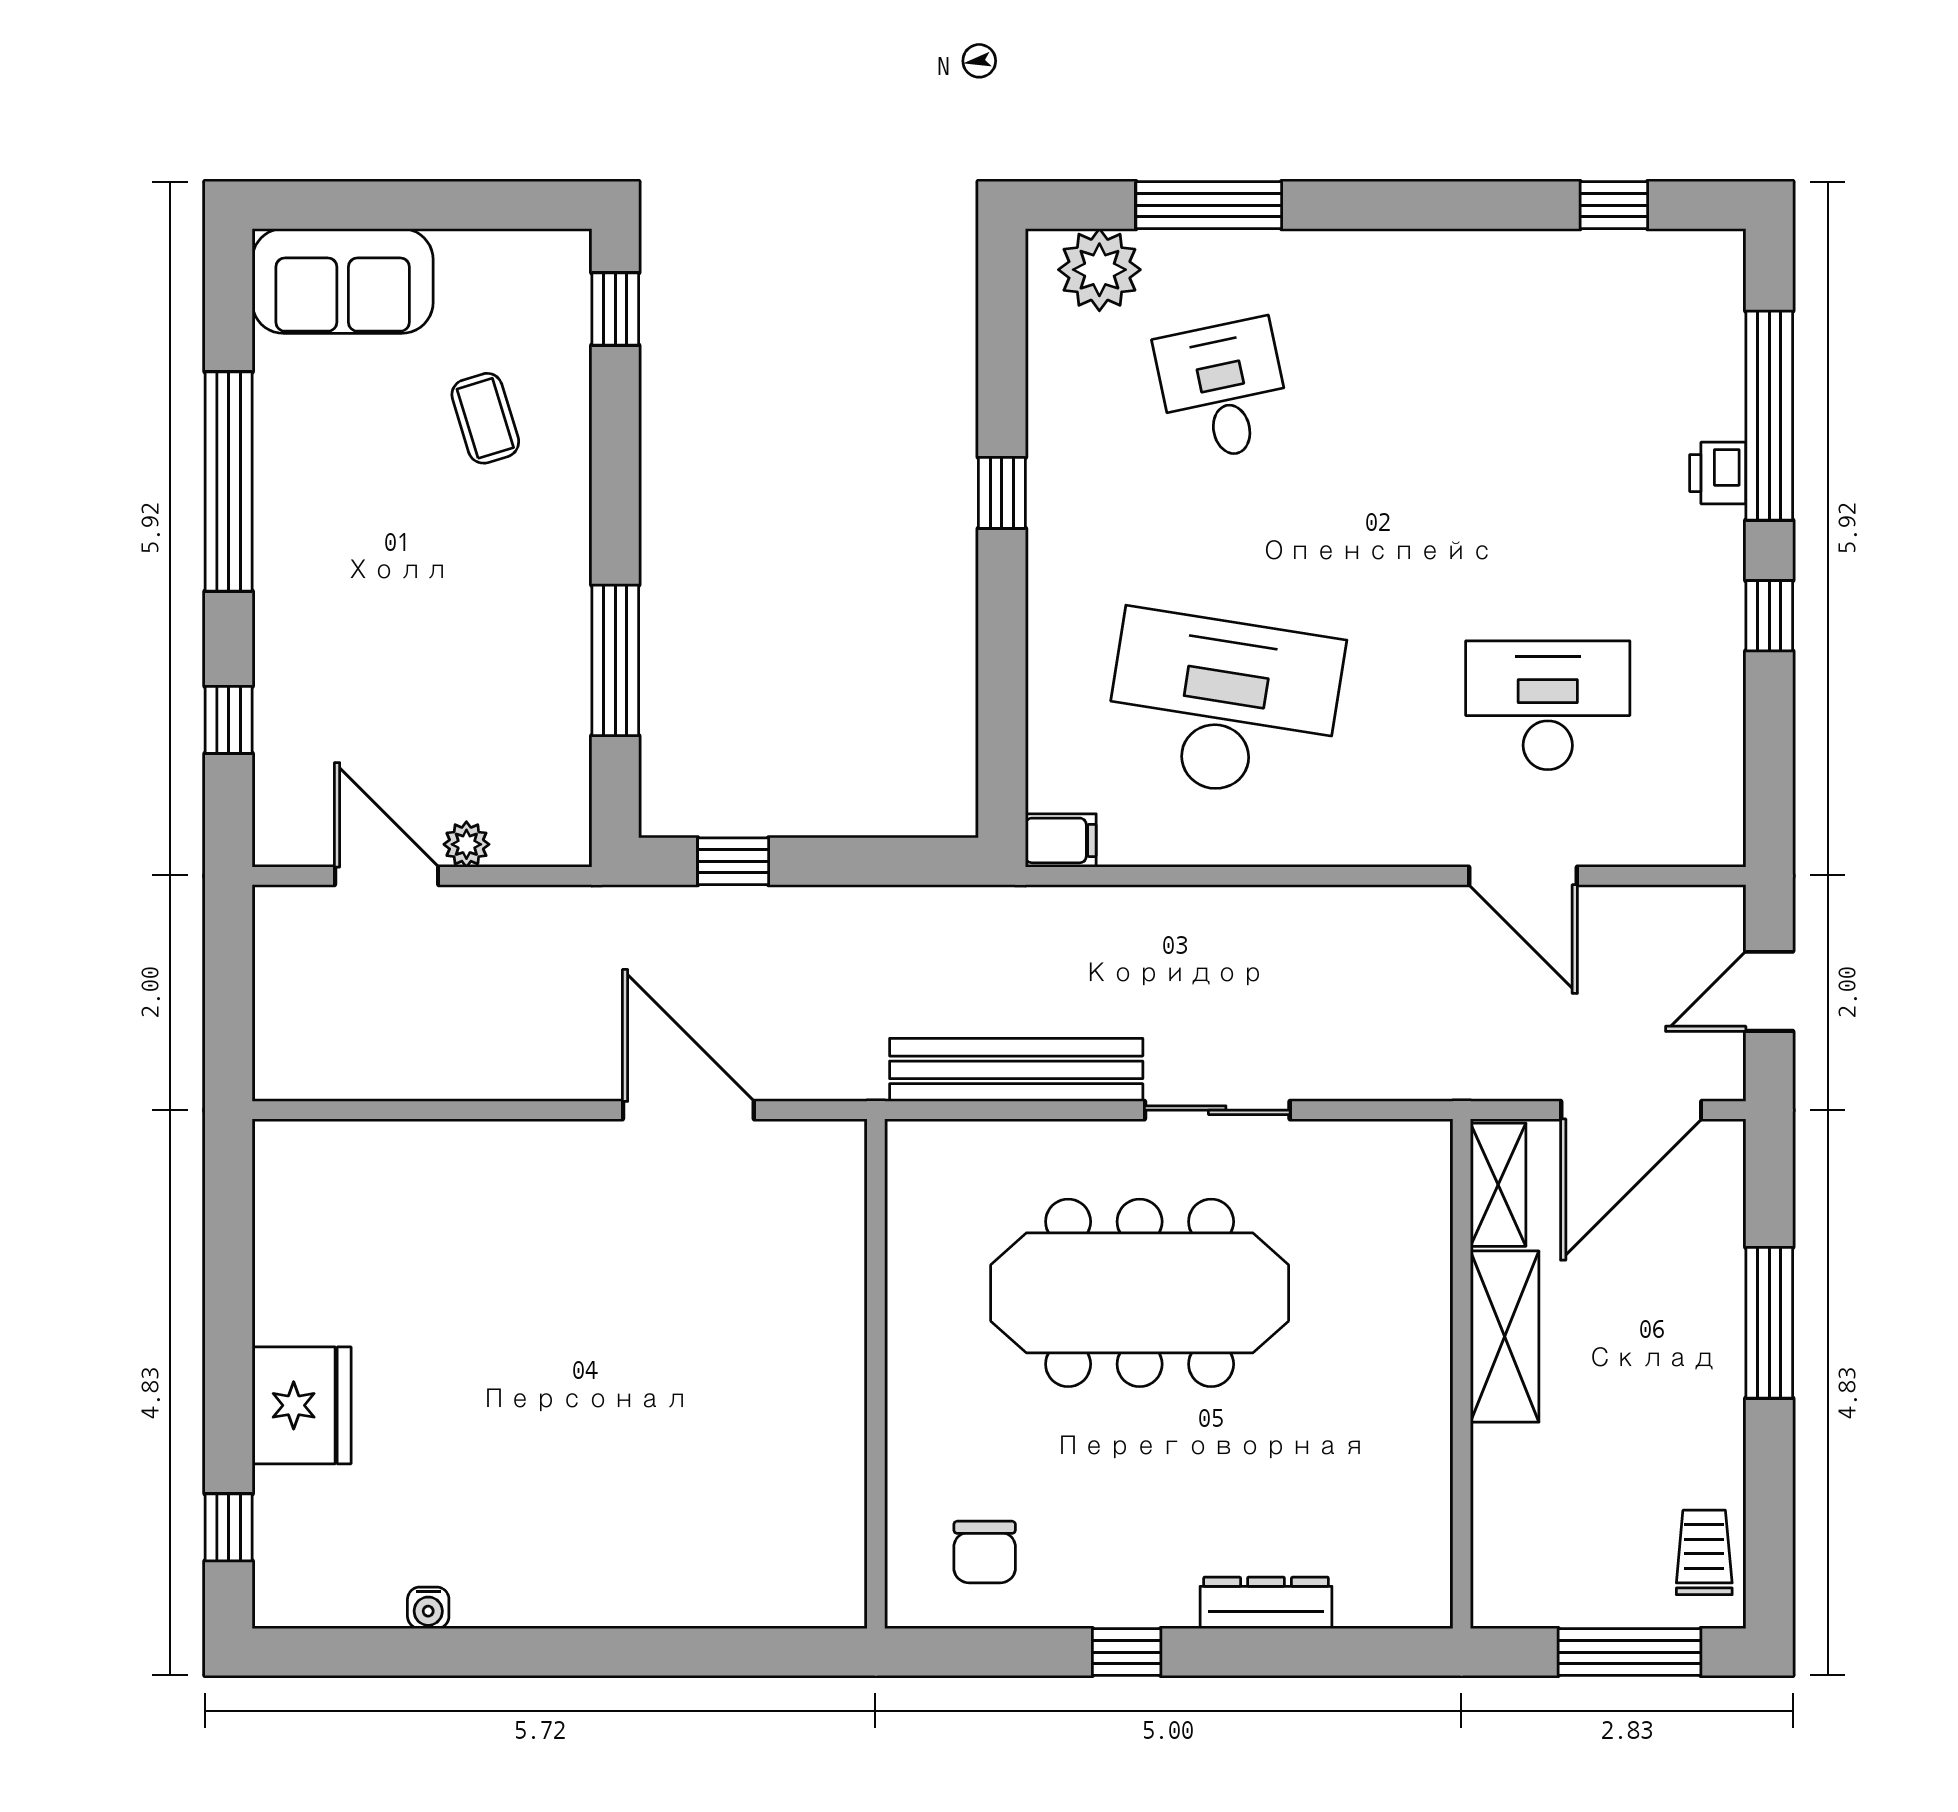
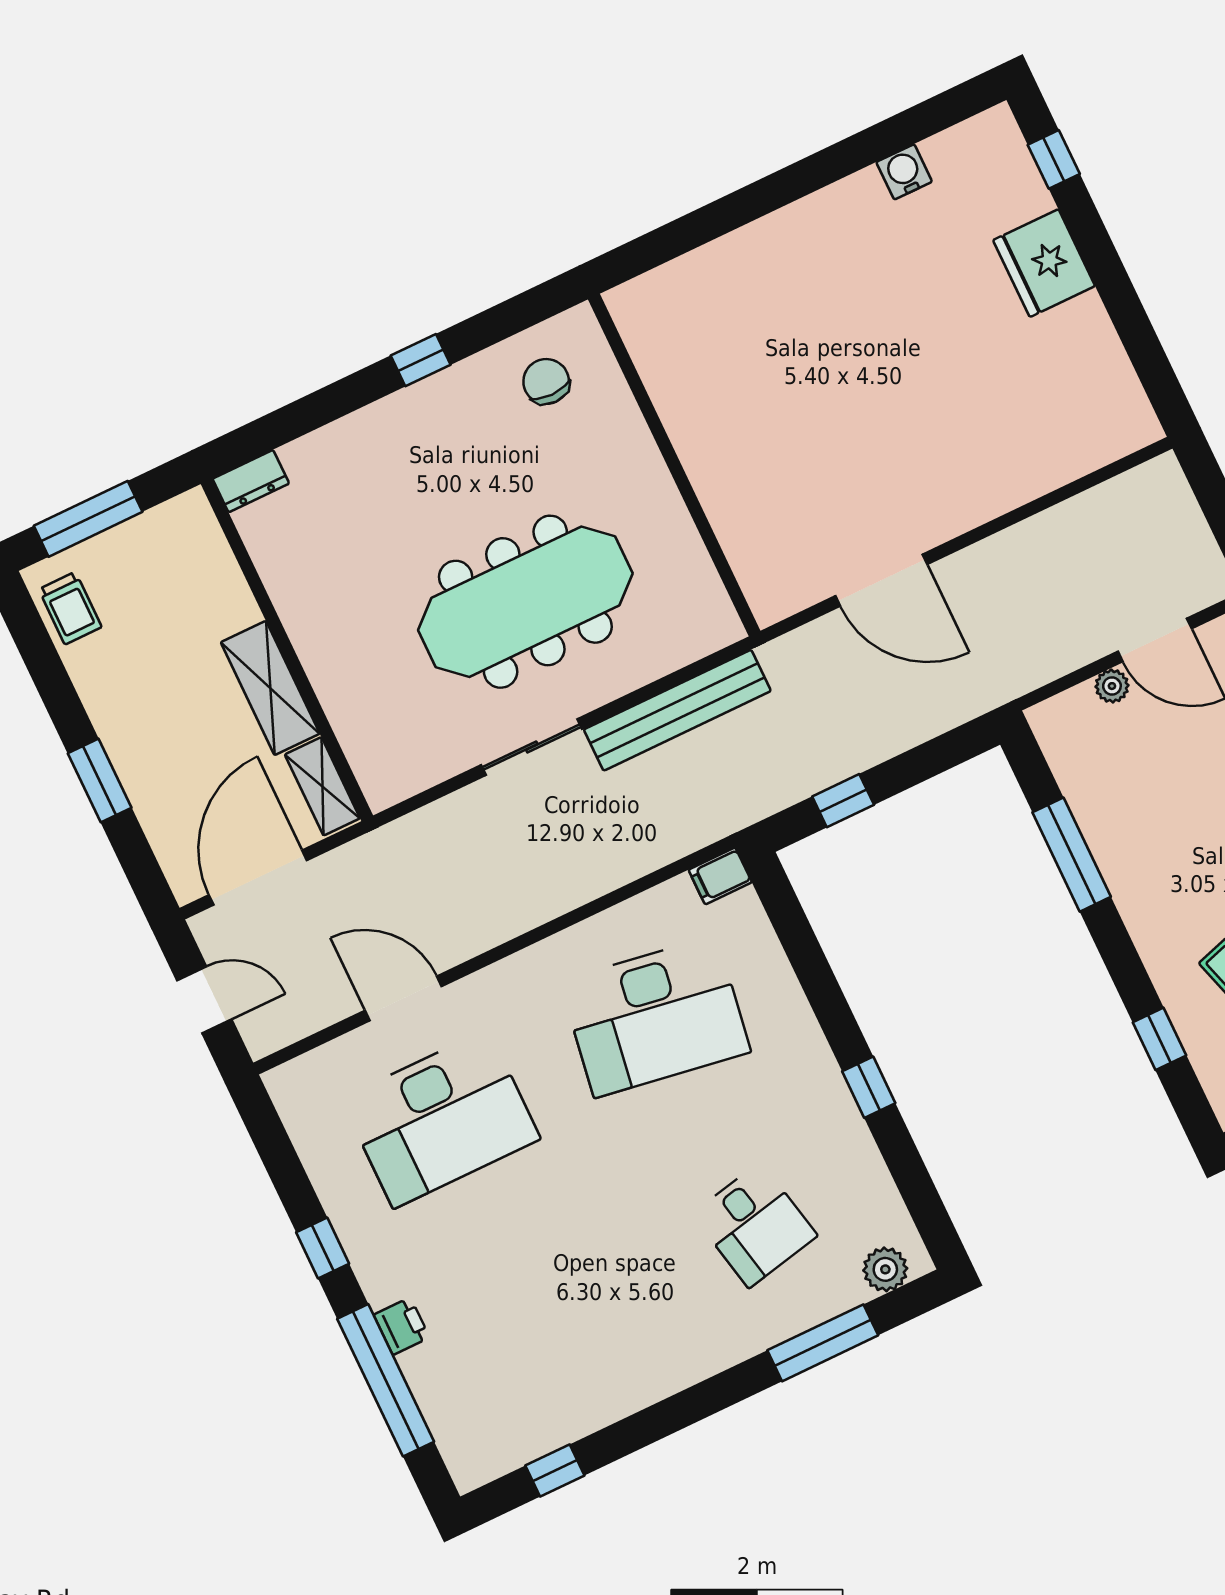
plant: (1099, 270) -> (885, 1269), width x0.73, depth x0.73
window: (615, 309) -> (1159, 1039), moved
desk: (1548, 705) -> (441, 1119), width x1.36, depth x1.30
window: (733, 861) -> (843, 801), moved
door: (1769, 991) -> (204, 1000), hinge flipped
window: (1769, 1323) -> (100, 781), width x0.69
dresser: (1266, 1603) -> (251, 481), moved, width x0.70
water cooler: (428, 1608) -> (904, 172), width x1.38, depth x1.38

